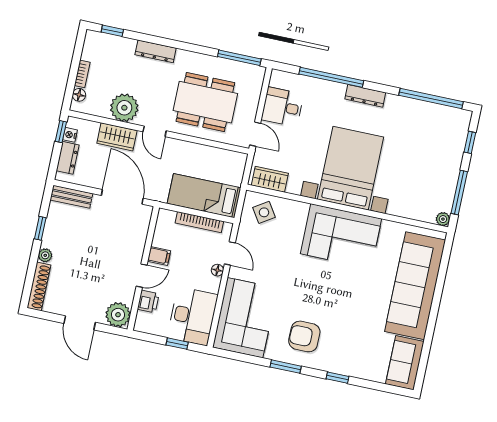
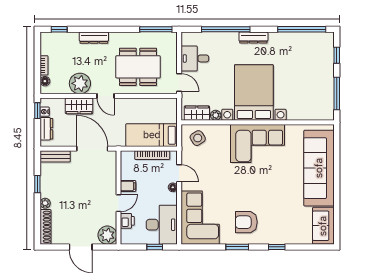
plant: (443, 219) -> (216, 115), moved

